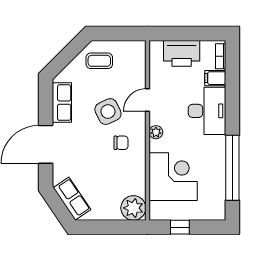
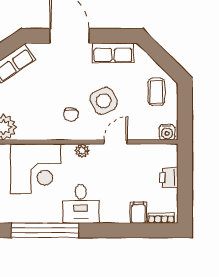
water cooler: (138, 51) -> (167, 132), added
printer: (182, 53) -> (169, 178), width x0.53, depth x0.68
door: (147, 100) -> (116, 142), hinge flipped
desk: (207, 111) -> (81, 204), moved, width x0.73

